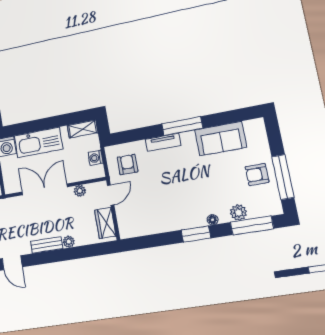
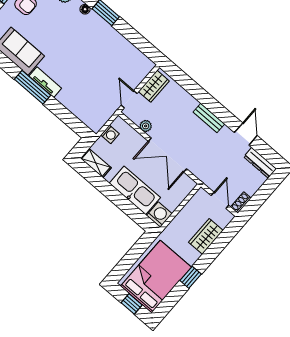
tv unit: (163, 142) -> (45, 82), moved
armchair: (127, 164) -> (95, 105), removed
door: (111, 195) -> (129, 99), hinge flipped
plant: (69, 242) -> (192, 103), removed

